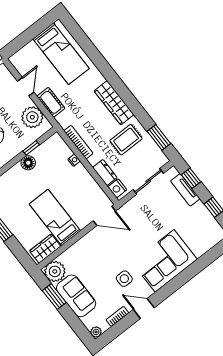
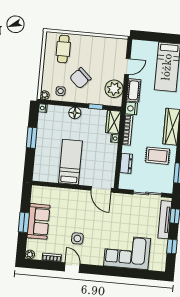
floor lamp: (28, 163) -> (75, 113), moved
nightstand: (117, 188) -> (131, 108), moved
tv unit: (185, 190) -> (165, 220), width x1.41
wardrobe: (45, 249) -> (113, 122), moved, turned -90
corner sofa: (165, 261) -> (127, 252), moved
plant: (55, 271) -> (40, 195), removed
window: (54, 297) -> (24, 222), moved

